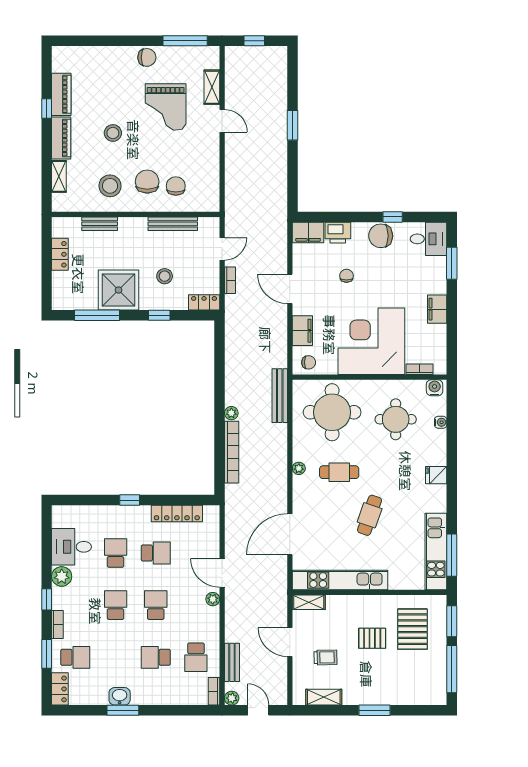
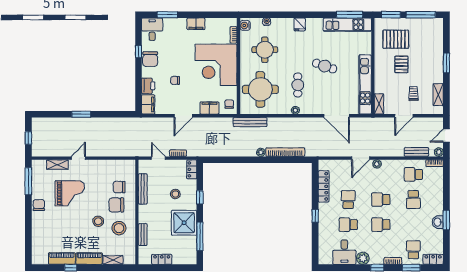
stool: (113, 133) -> (98, 221), moved
school desk: (196, 657) -> (413, 174), turned 180

